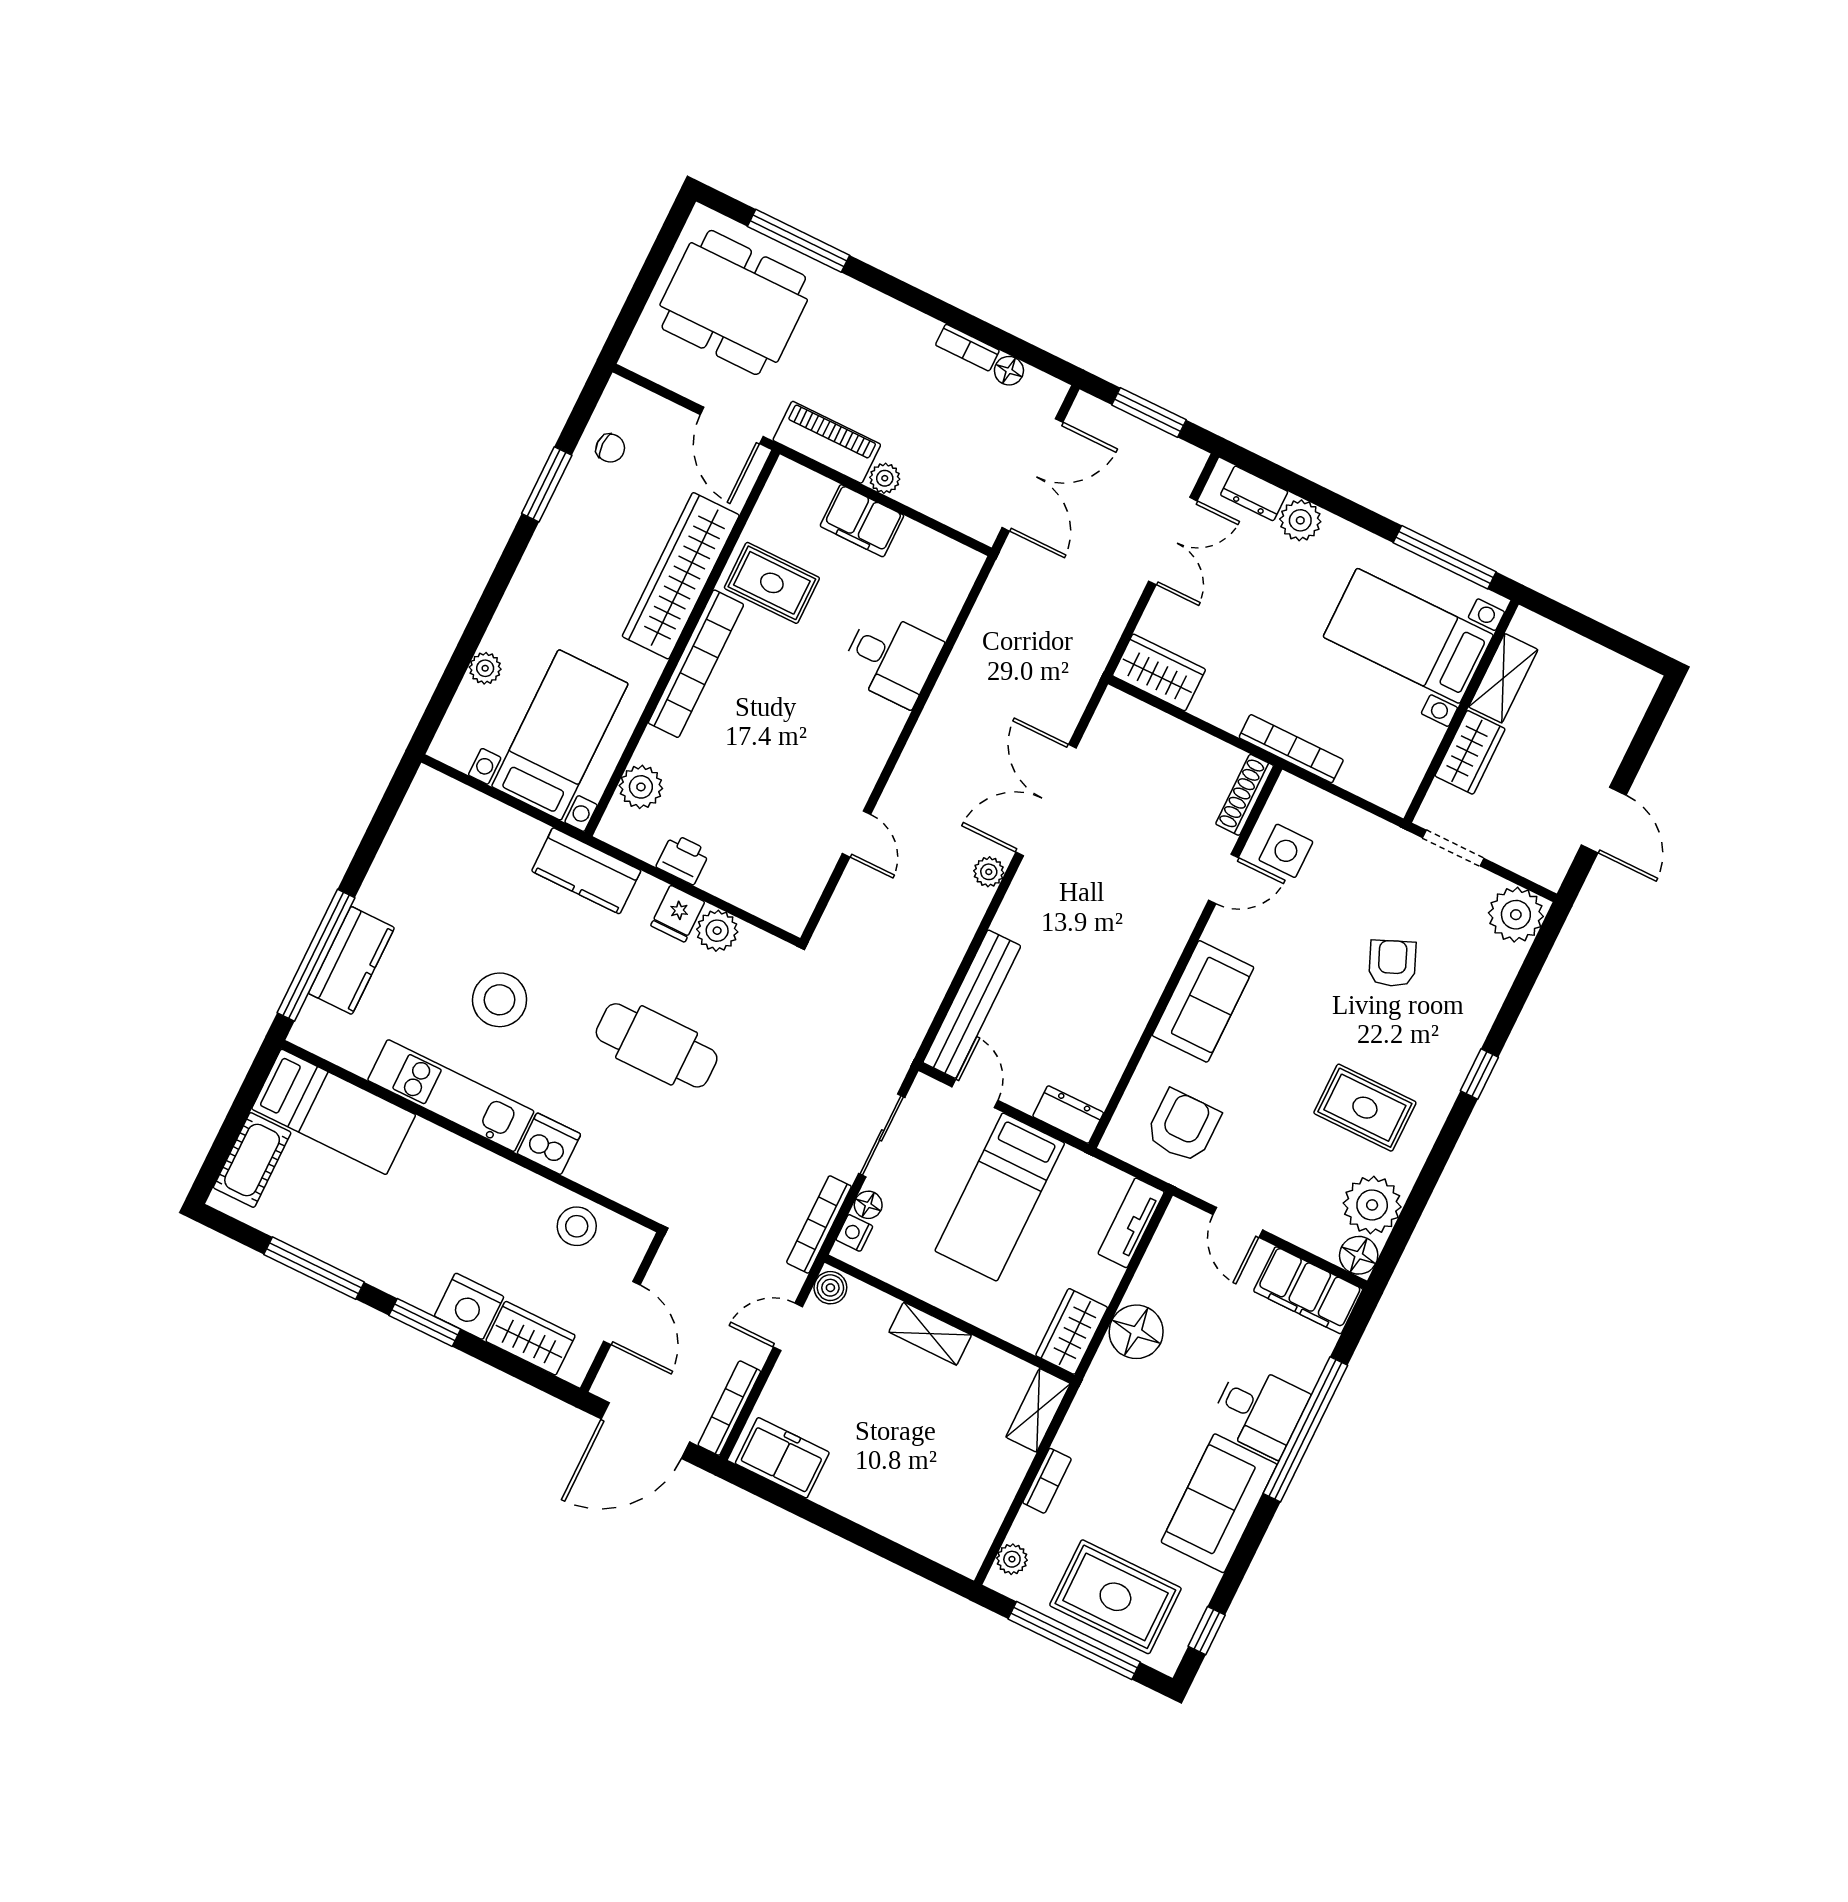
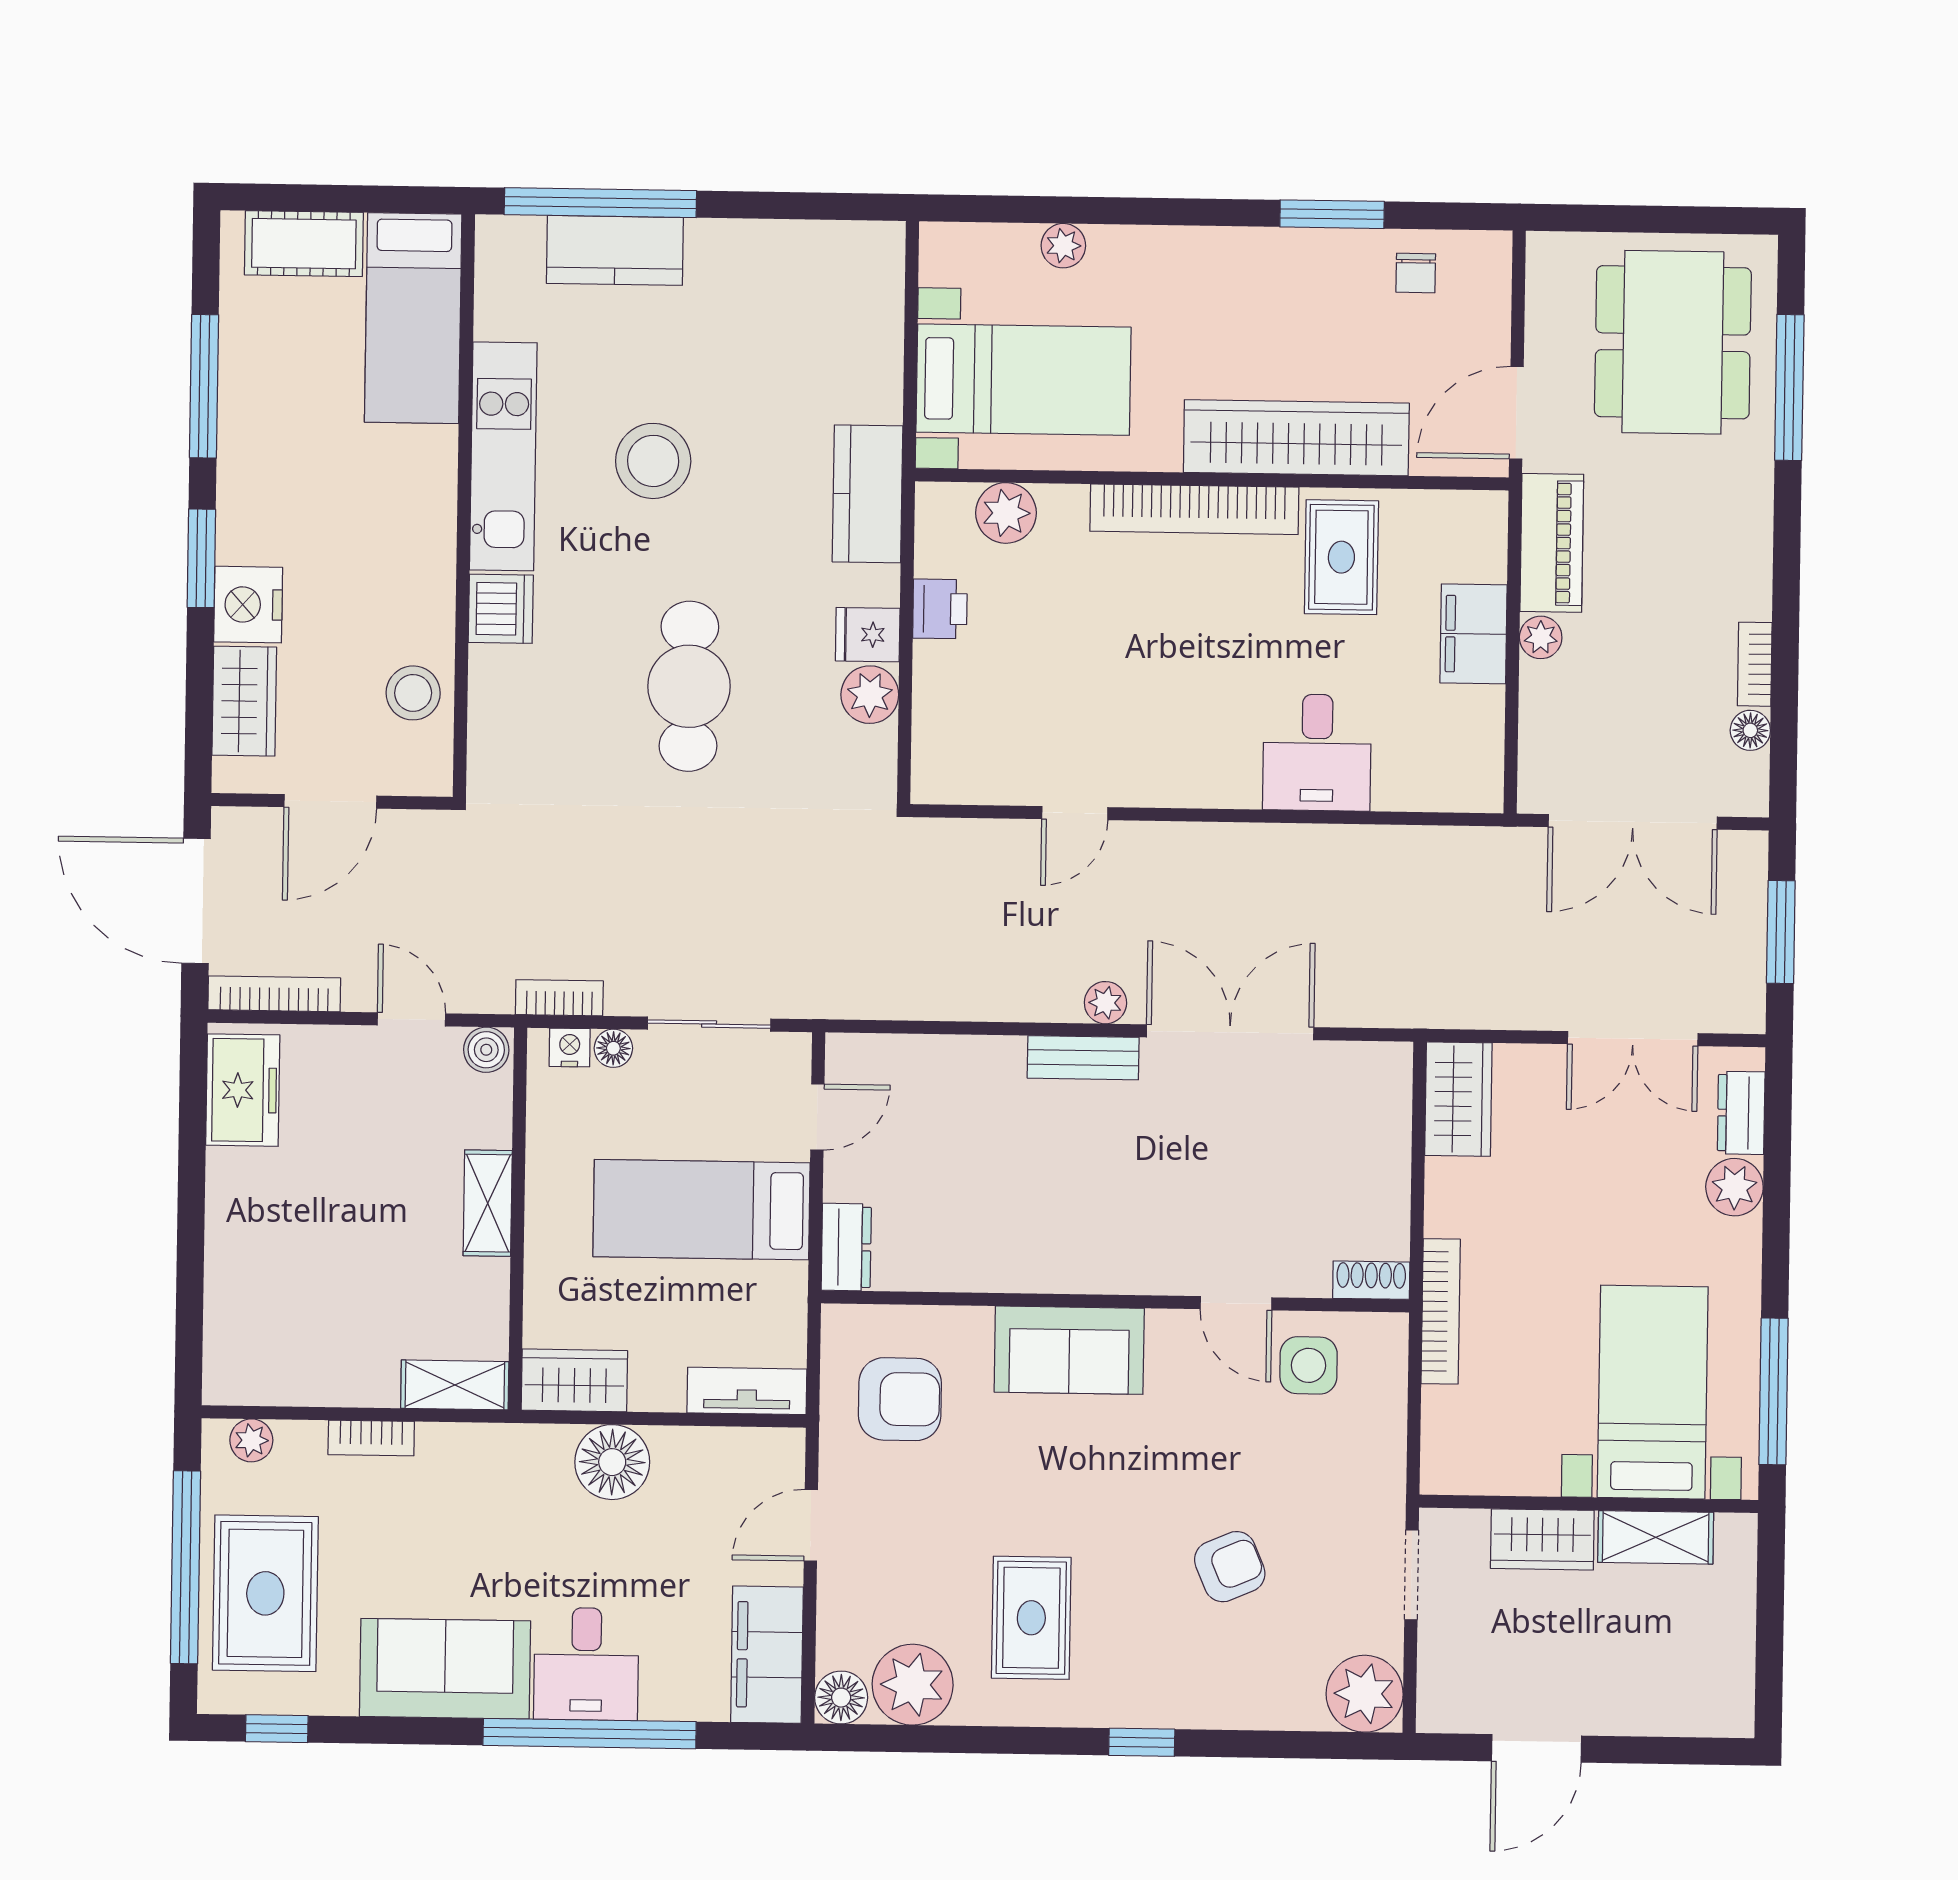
shoe rack: (1245, 795) -> (1371, 1280), width x0.70
bench: (972, 1004) -> (1083, 1058), moved, width x0.54, depth x0.82
bookcase: (819, 1224) -> (559, 998), width x0.64

